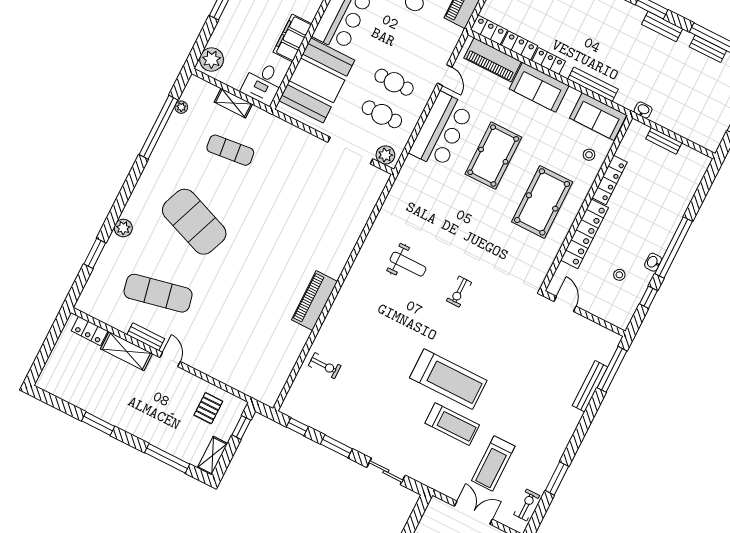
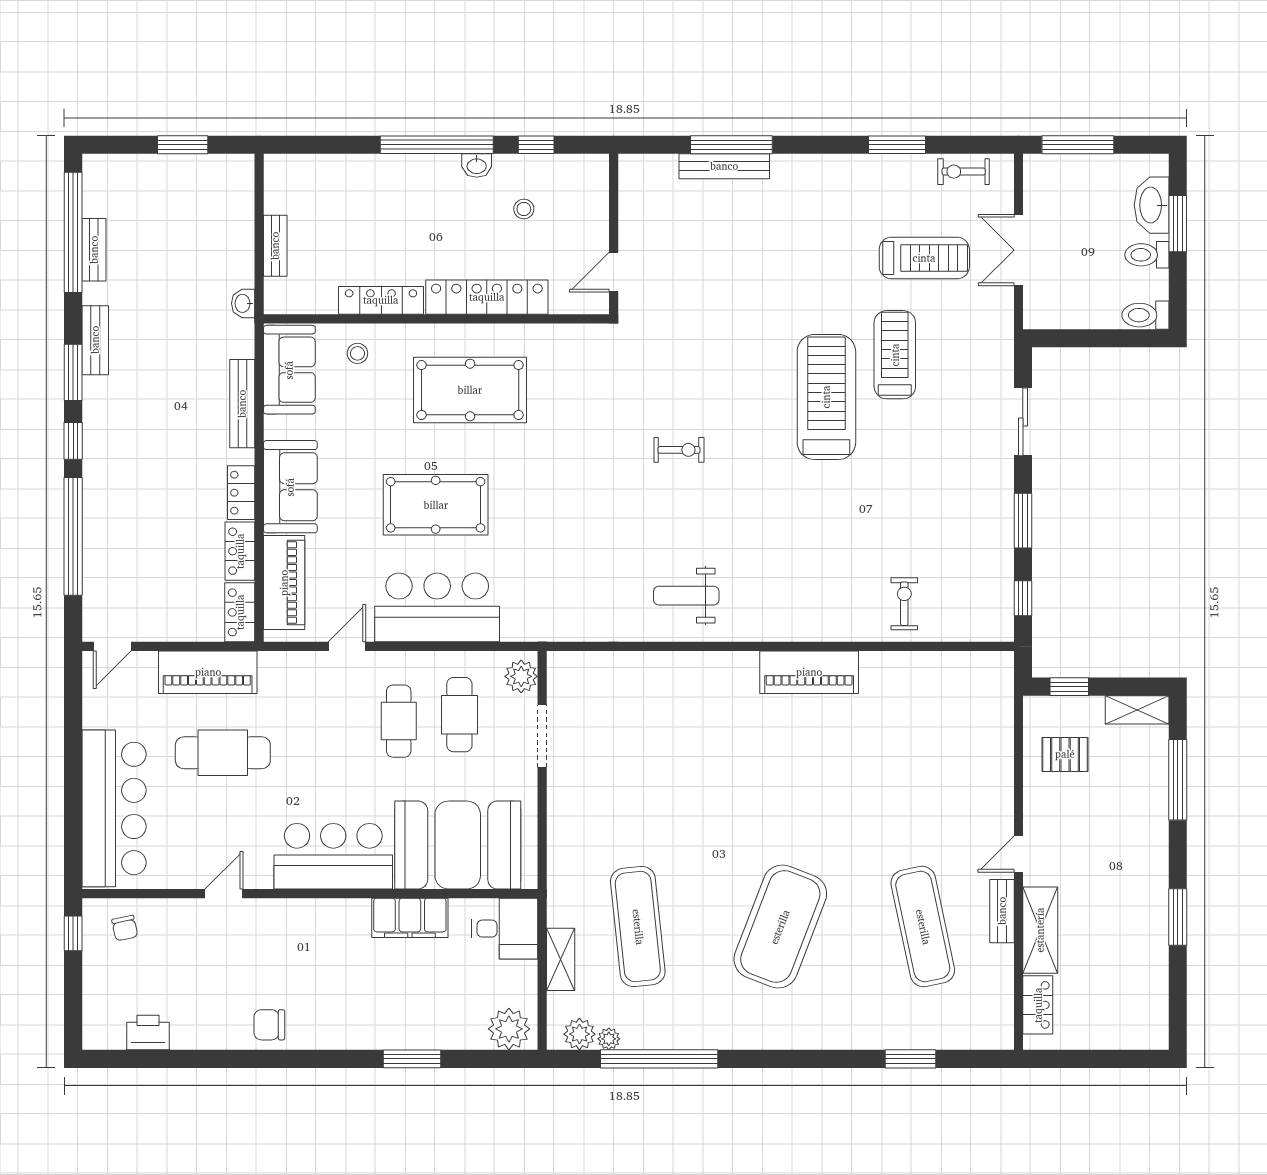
exercise mat: (230, 150) -> (638, 927), width x1.36, depth x1.45
doorway: (350, 150) -> (542, 736), width x0.73
plant: (123, 228) -> (579, 1034), moved
weight bench: (408, 264) -> (686, 596), moved, turned -90
window: (612, 369) -> (731, 145), moved

